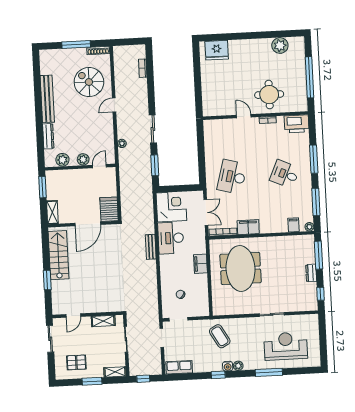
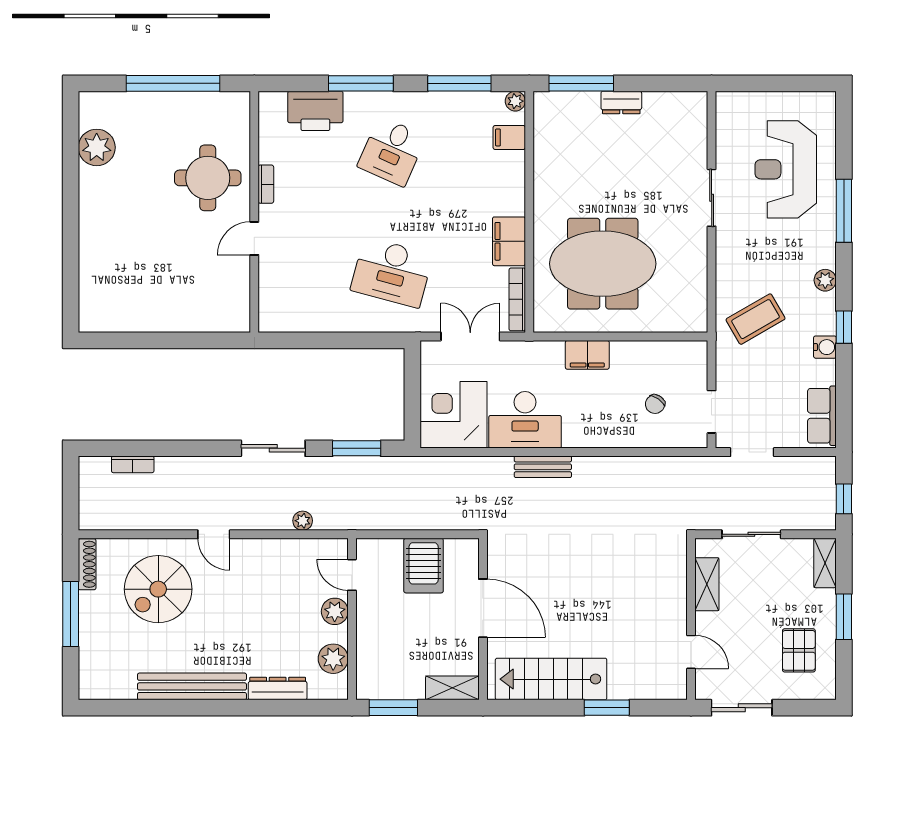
fridge: (217, 50) -> (100, 293), removed
printer: (296, 124) -> (315, 111), moved, turned 90
server rack: (109, 209) -> (424, 566), moved, turned -90
window: (321, 294) -> (670, 83), removed
water cooler: (228, 366) -> (825, 347), moved

